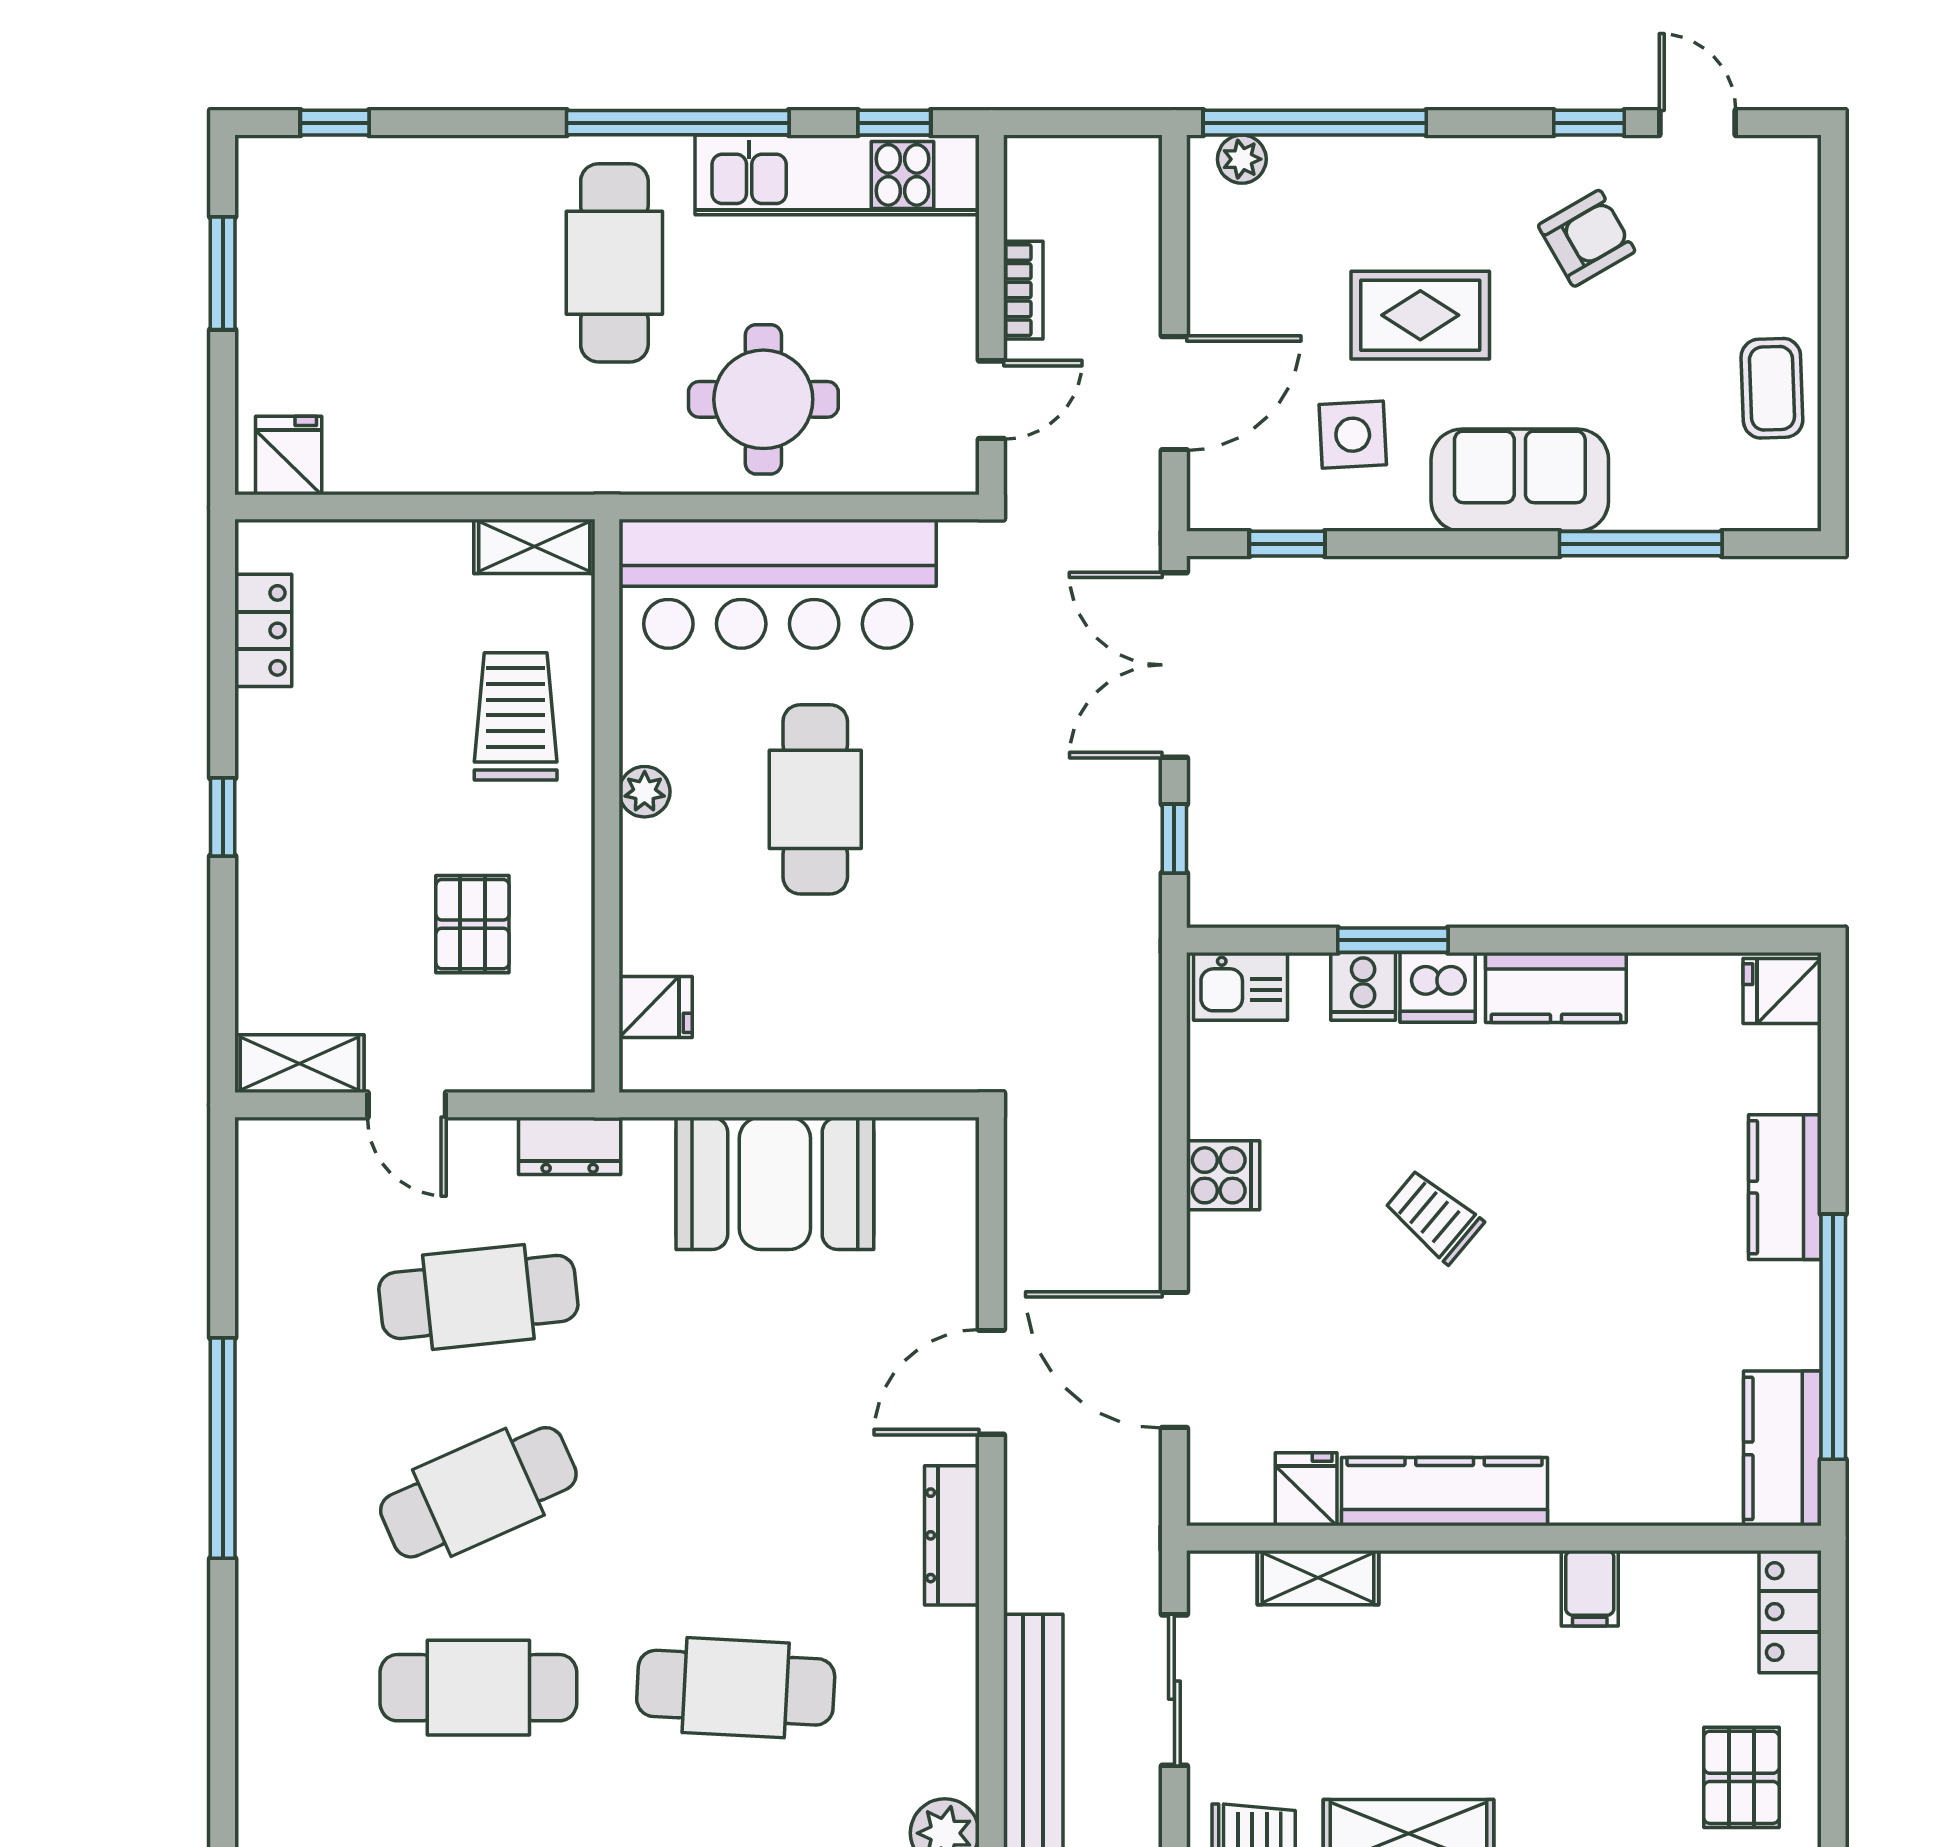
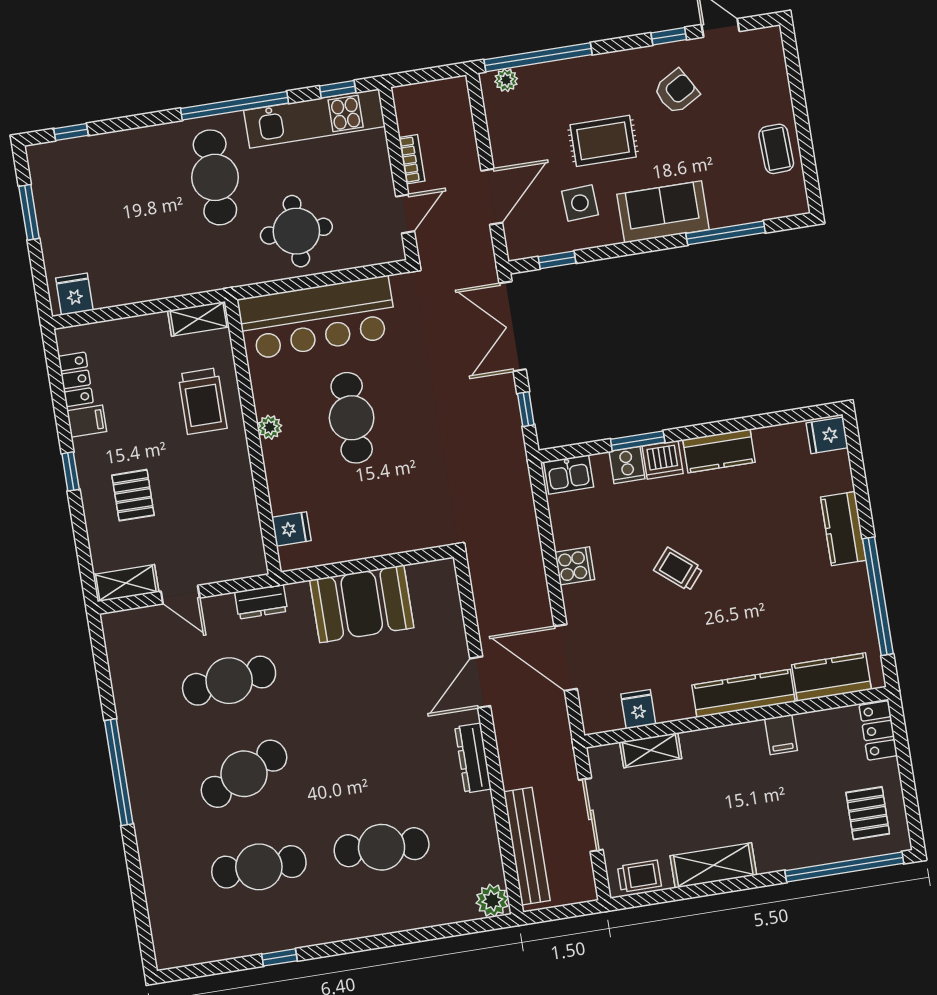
trolley: (516, 716) -> (203, 401), turned 180
filing cabinet: (272, 720) -> (87, 421), added
pallet: (472, 924) -> (133, 495), moved
kitchen counter: (1782, 1448) -> (832, 677), moved, turned 90
kitchen counter: (1445, 1492) -> (744, 693), moved

